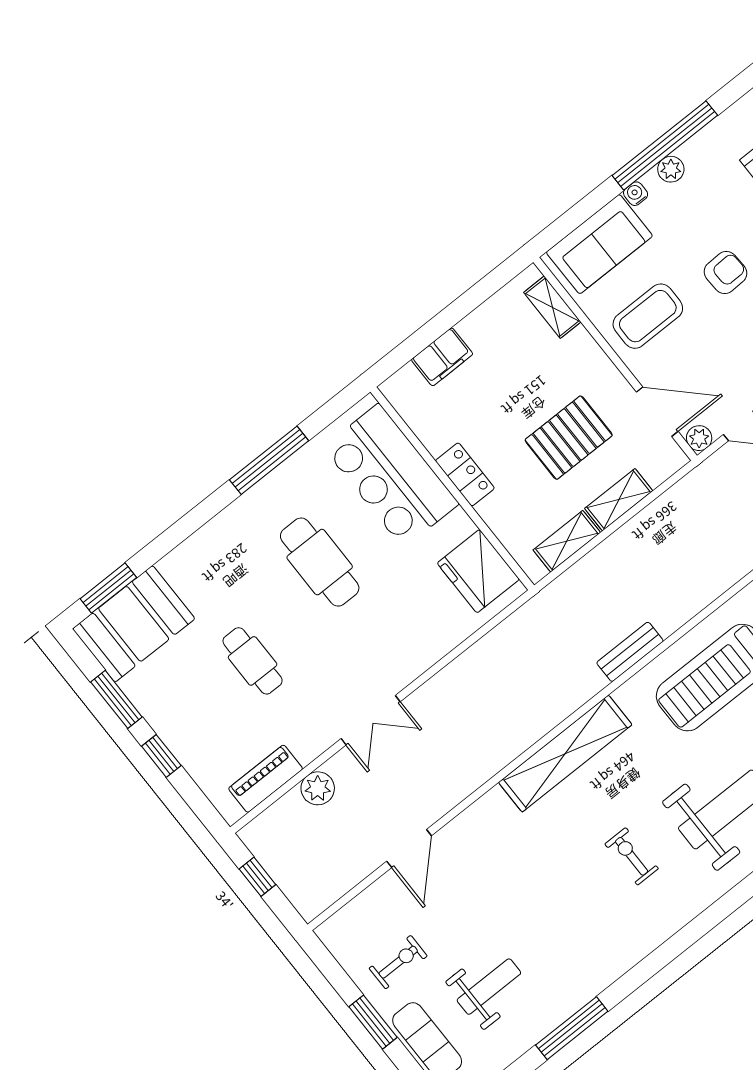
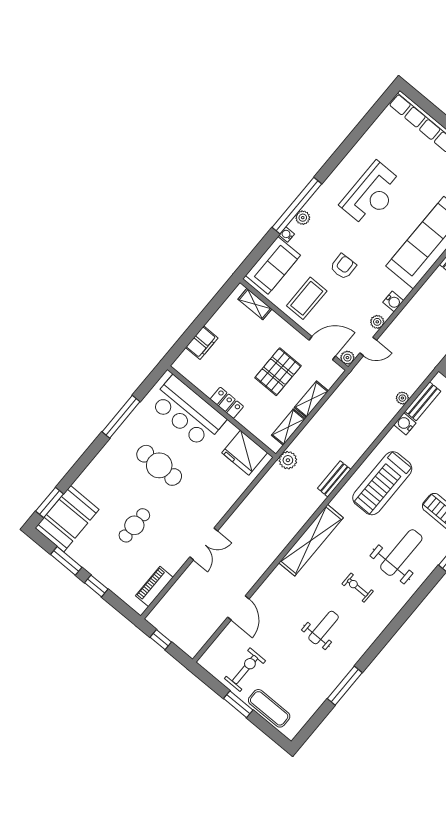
cafe table: (253, 661) -> (134, 525), turned 90
plant: (318, 788) -> (288, 460), moved
exercise bike: (398, 962) -> (245, 670), width x1.38, depth x1.39
weight bench: (489, 987) -> (324, 627), moved

